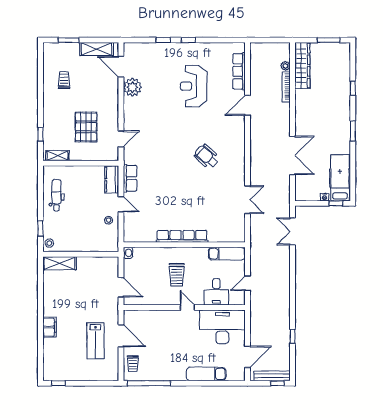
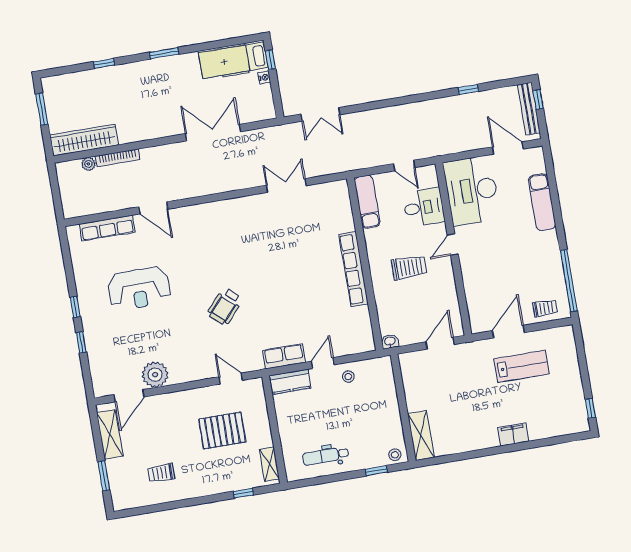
wheelchair: (207, 157) -> (225, 306), moved

